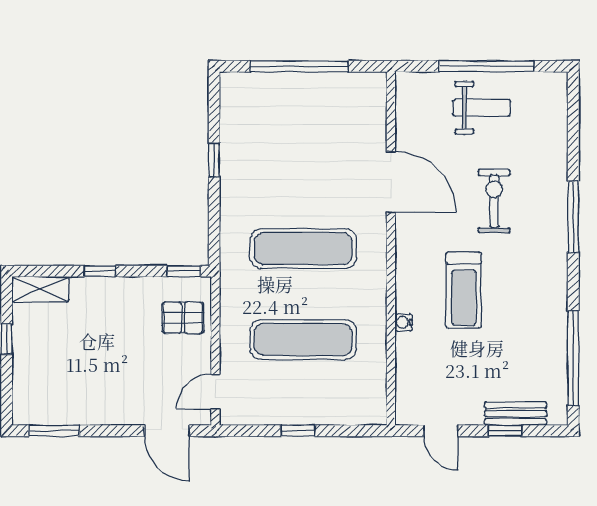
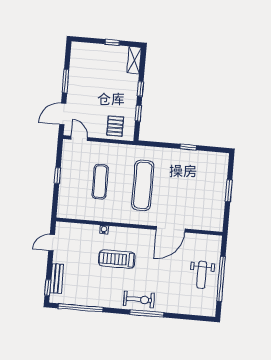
window: (299, 66) -> (229, 191), width x0.47
exercise bike: (494, 201) -> (139, 299), moved
window: (184, 271) -> (138, 113), moved
exercise mat: (303, 339) -> (100, 182), width x0.73, depth x0.69
window: (54, 431) -> (66, 81), moved
window: (505, 431) -> (48, 288), moved

